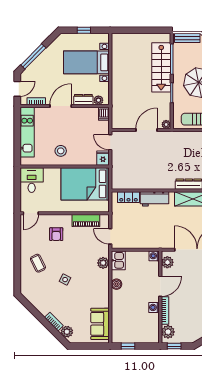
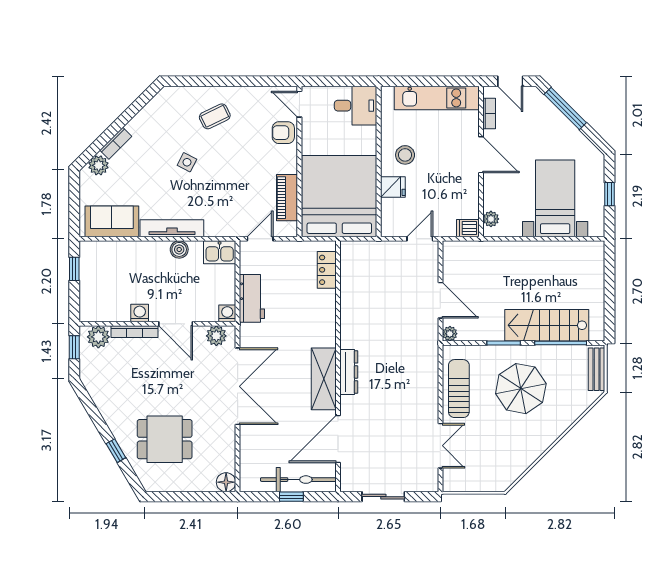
dresser: (83, 100) -> (492, 193), removed
fridge: (103, 158) -> (393, 187), moved
bed: (85, 184) -> (339, 196), width x1.36
workbench: (154, 199) -> (252, 298), moved, turned 180
armchair: (56, 234) -> (283, 133), moved
plant: (103, 263) -> (215, 227), removed
tv unit: (104, 288) -> (172, 228), added

